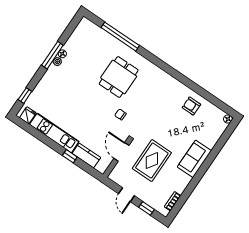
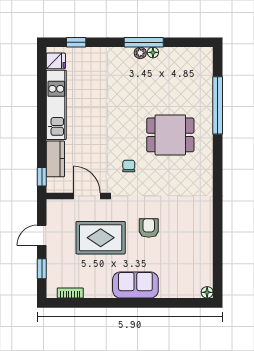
armchair: (191, 106) -> (149, 228), moved
door: (121, 152) -> (87, 196), hinge flipped
window: (70, 156) -> (42, 177), moved

